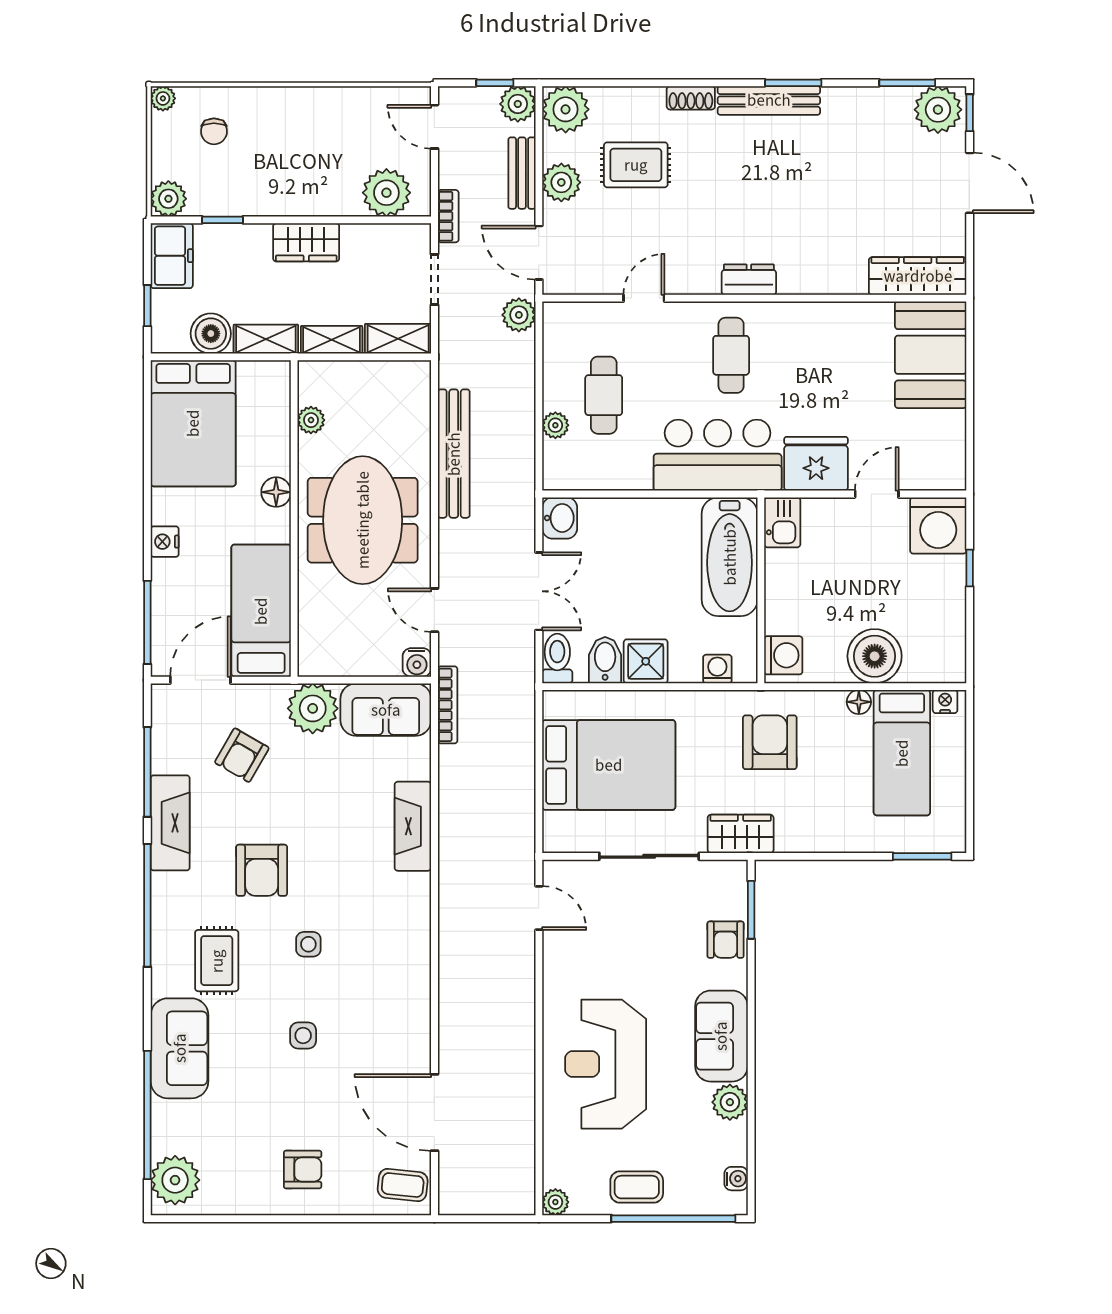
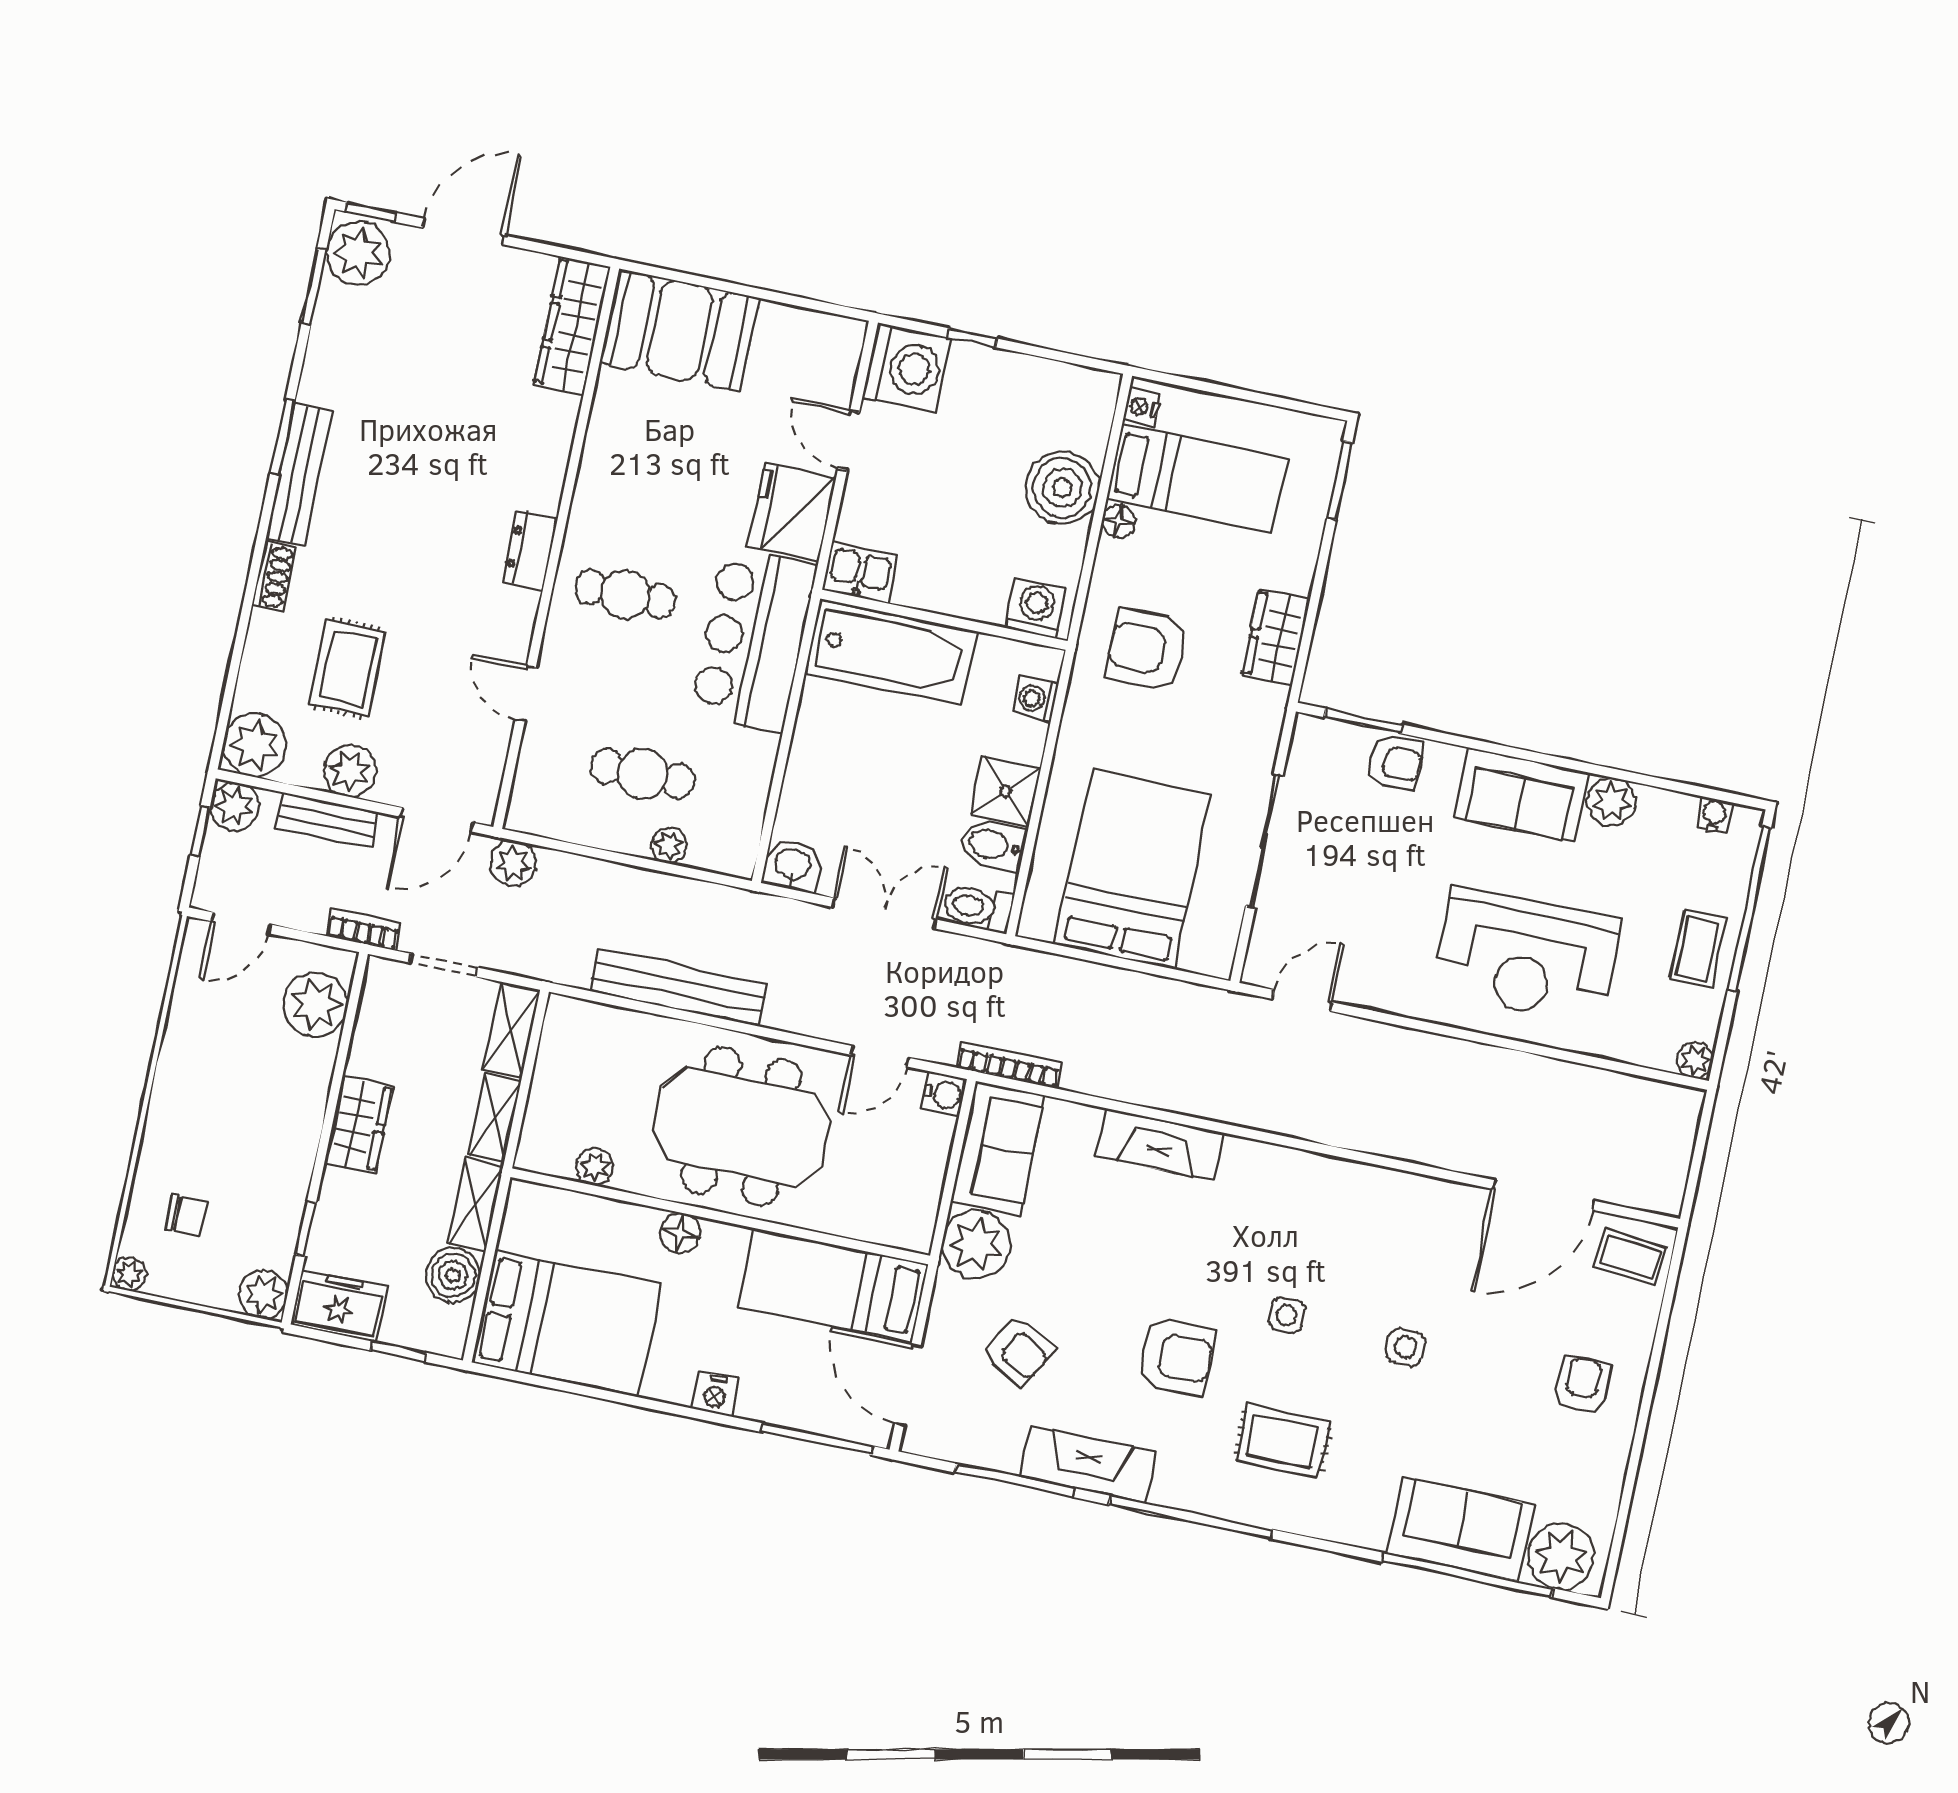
wardrobe: (741, 834) -> (1276, 637), moved
sofa: (180, 1048) -> (1461, 1529), moved
coffee table: (403, 1185) -> (1631, 1257), turned 90

